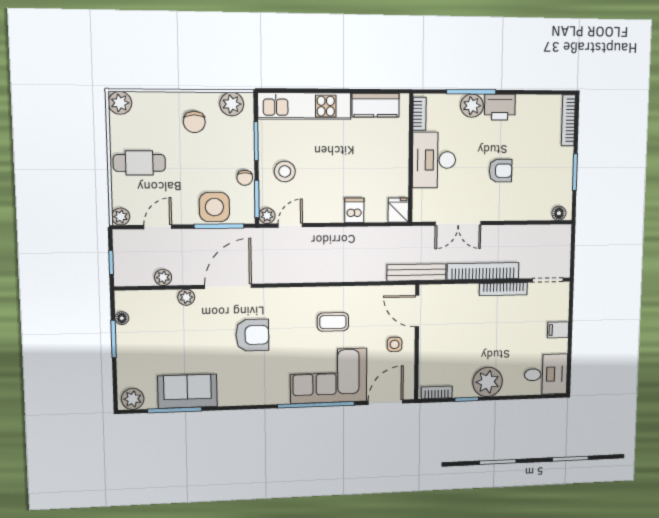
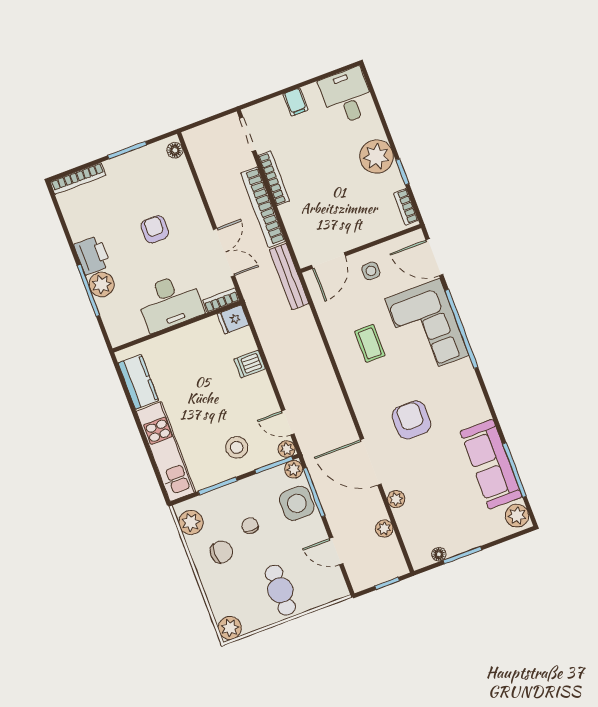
bookcase: (419, 114) -> (221, 300), moved
chair: (245, 178) -> (250, 526), moved, turned -90
plant: (121, 217) -> (294, 469), moved
sofa: (188, 391) -> (491, 464), width x1.36

